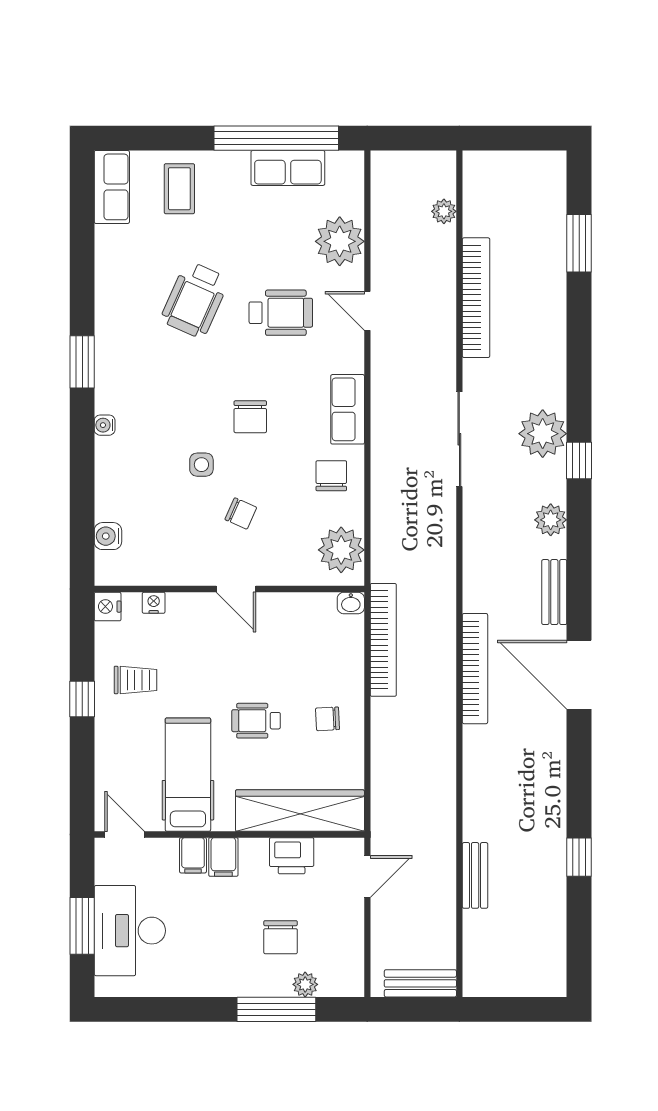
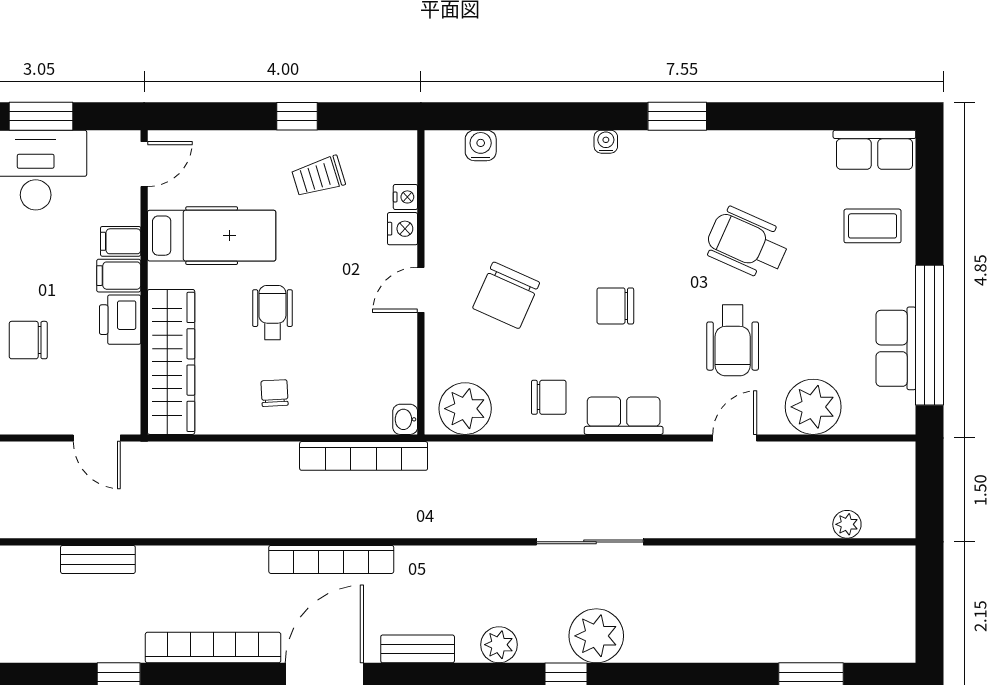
bookcase: (476, 298) -> (213, 648), moved, turned 180
side table: (201, 465) -> (561, 251), removed
chair: (241, 513) -> (506, 295), width x1.87, depth x1.87
nightstand: (108, 607) -> (403, 229), moved, turned 90
trolley: (135, 680) -> (318, 176), turned 73
printer: (292, 856) -> (120, 320), moved

